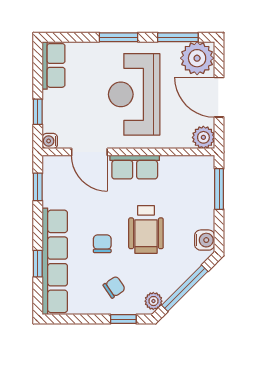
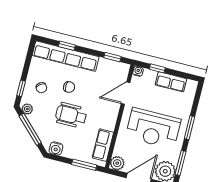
row of seats: (54, 65) -> (171, 82), moved
reception desk: (134, 94) -> (153, 128), turned 180
row of seats: (135, 167) -> (103, 145), moved

